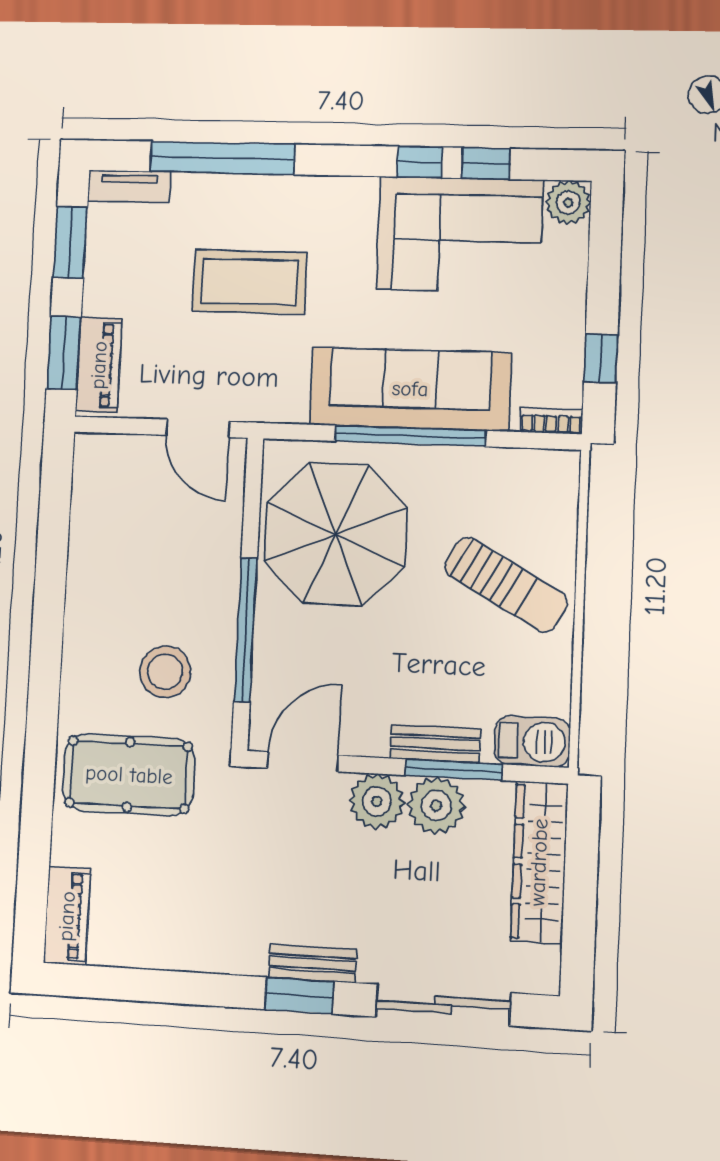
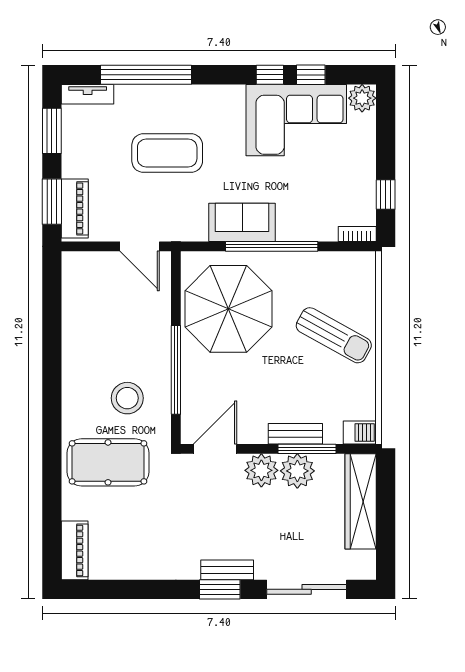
sofa: (410, 389) -> (242, 222), width x0.54, depth x0.79
barbecue: (532, 741) -> (360, 433), width x0.73, depth x0.79

